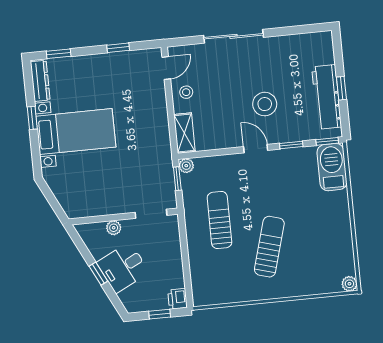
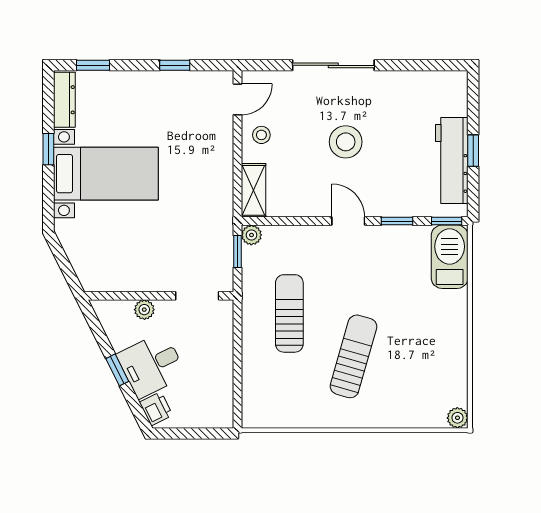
stool: (265, 104) -> (346, 142), moved
printer: (178, 299) -> (156, 409), moved, turned 153
window: (160, 314) -> (195, 433), removed

